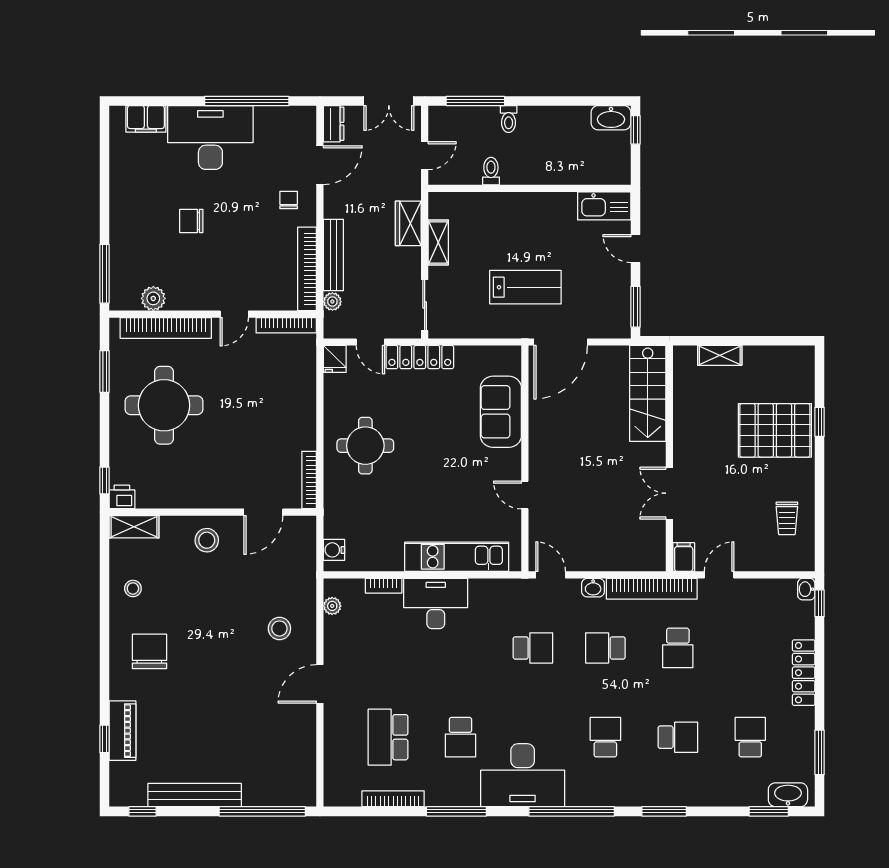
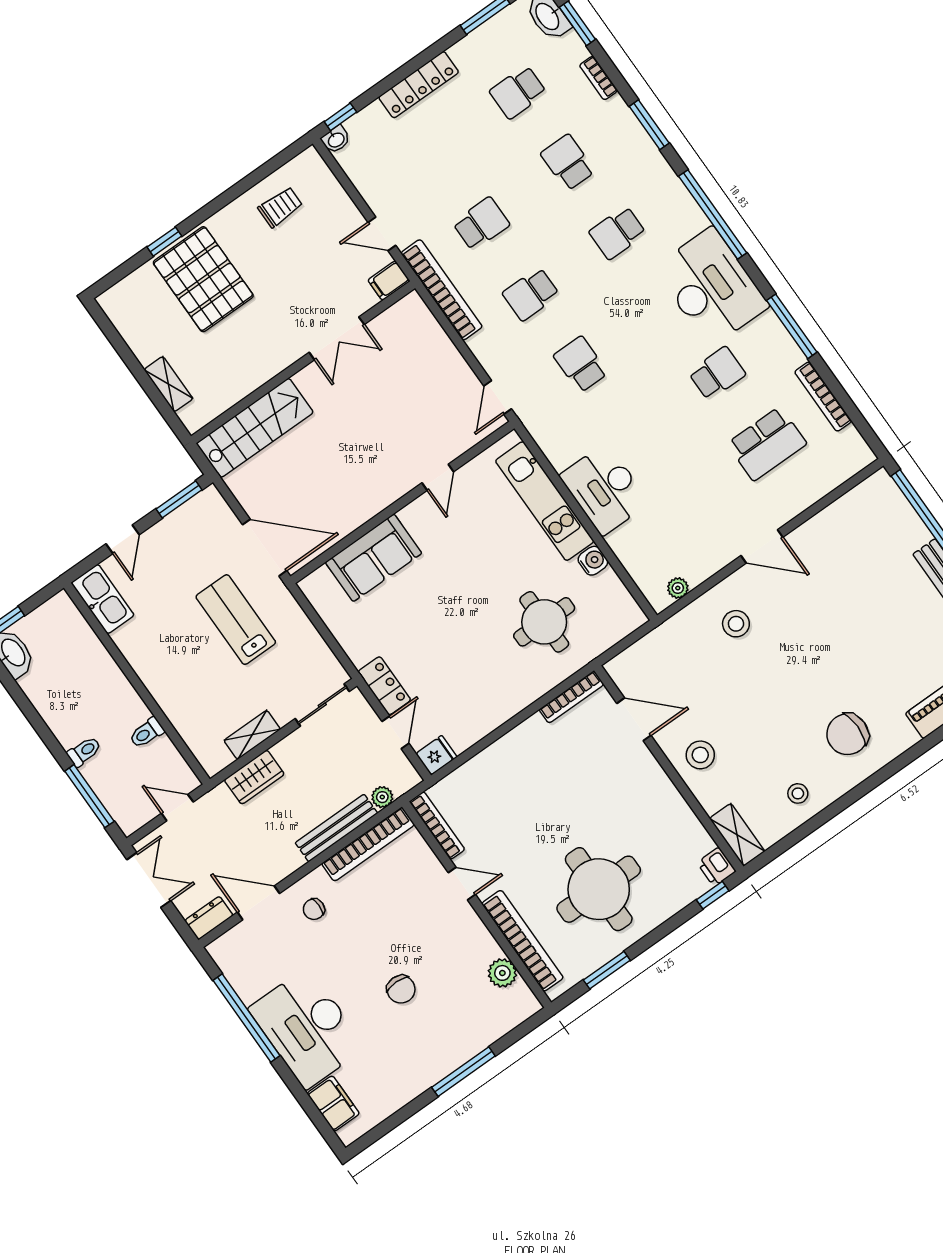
window: (104, 274) -> (463, 1072), moved
locker: (420, 357) -> (384, 686), width x0.66
round table: (365, 446) -> (544, 622), moved
water cooler: (334, 550) -> (593, 561), moved, turned -90
bookcase: (384, 586) -> (599, 78), moved, turned 180
washbasin: (593, 588) -> (481, 347), removed
school desk: (605, 648) -> (531, 294), turned 90

